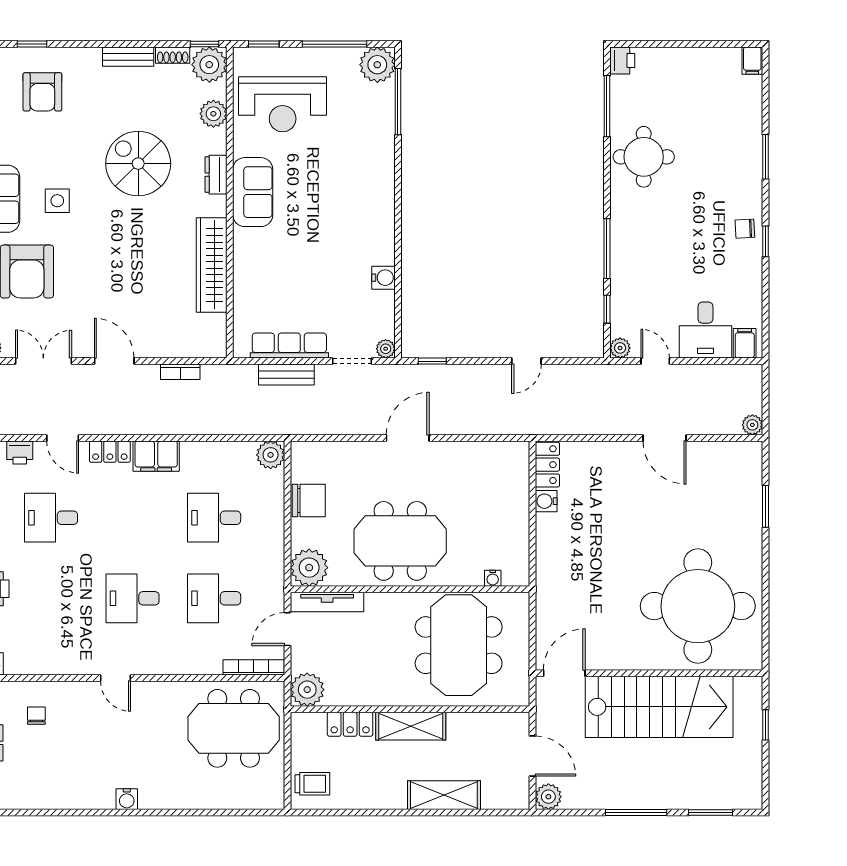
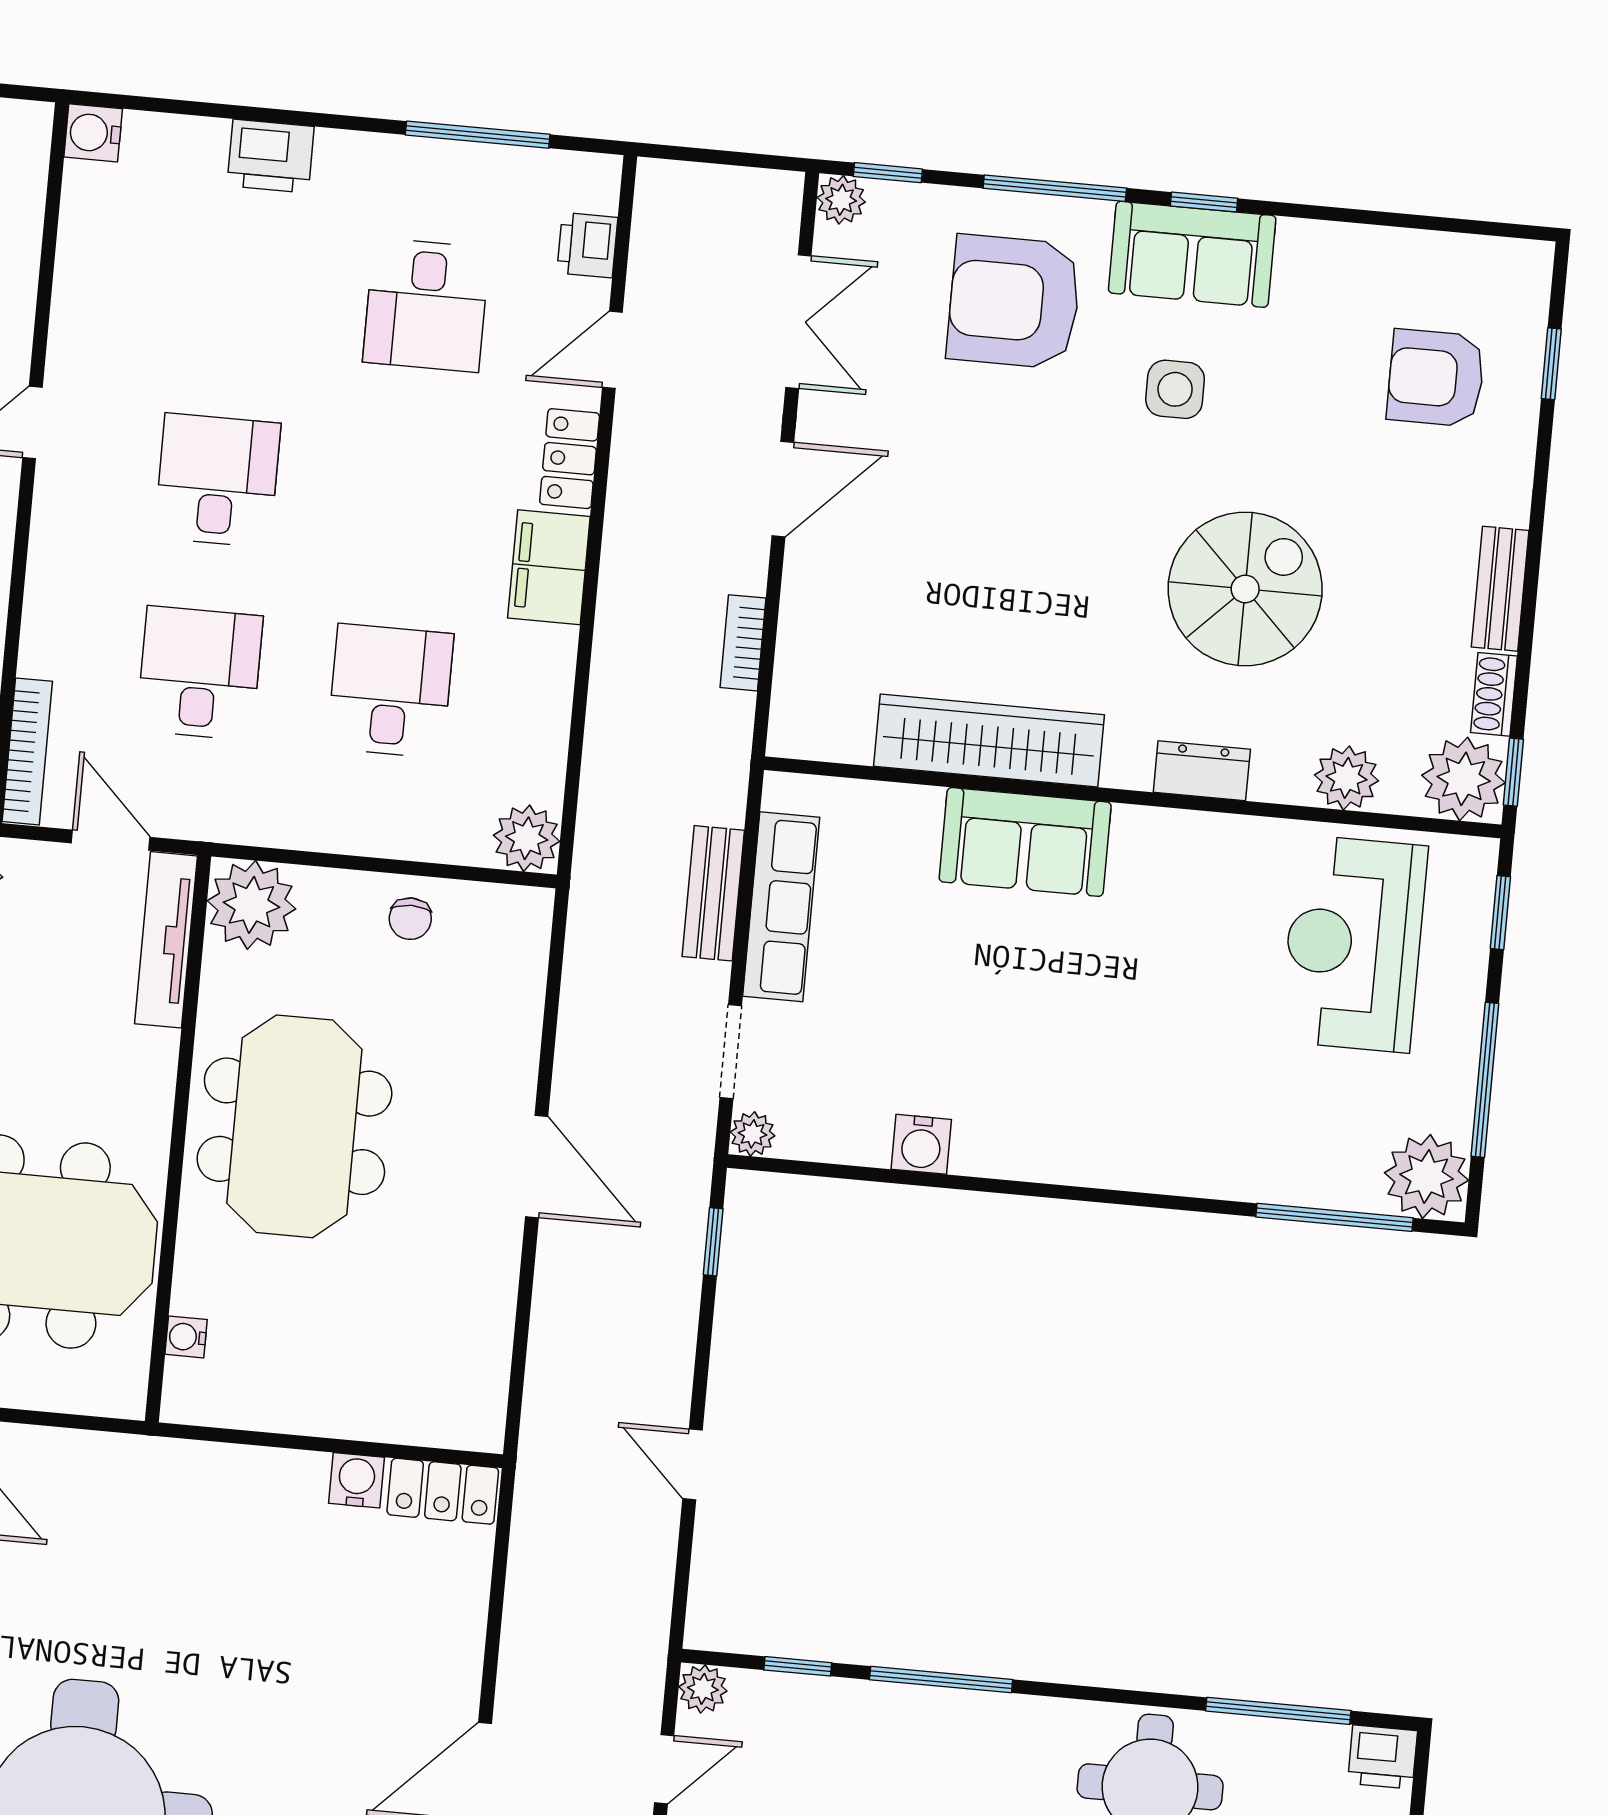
sofa: (253, 192) -> (1025, 842), moved
chair: (309, 501) -> (410, 919), width x0.54, depth x0.54
desk: (51, 518) -> (426, 305), turned 180

